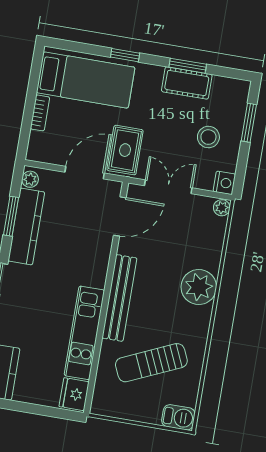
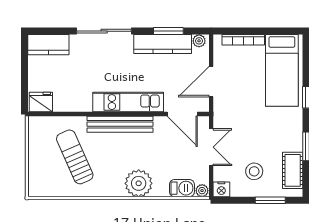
cot: (187, 83) -> (293, 170), moved
bookcase: (40, 113) -> (243, 40), width x1.56
rug: (125, 150) -> (233, 109), removed
door: (85, 173) -> (211, 82), swing flipped
kitchen unit: (84, 333) -> (128, 102), moved
barbecue: (178, 417) -> (182, 188), moved, turned -90

